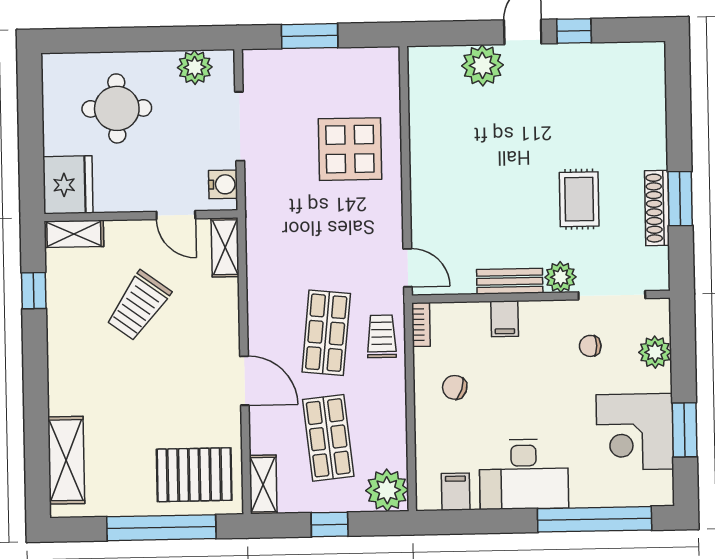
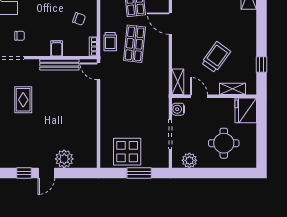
display table: (350, 149) -> (127, 152), moved
shelving: (74, 234) -> (232, 89), moved
plant: (560, 277) -> (32, 66), removed
bench: (510, 281) -> (59, 65), width x1.36

